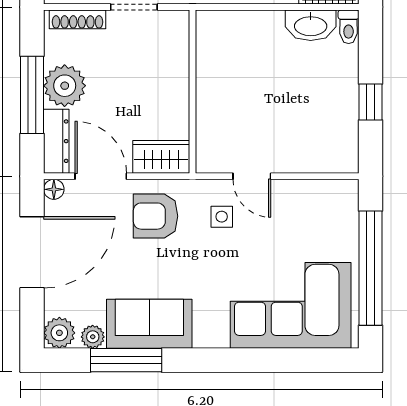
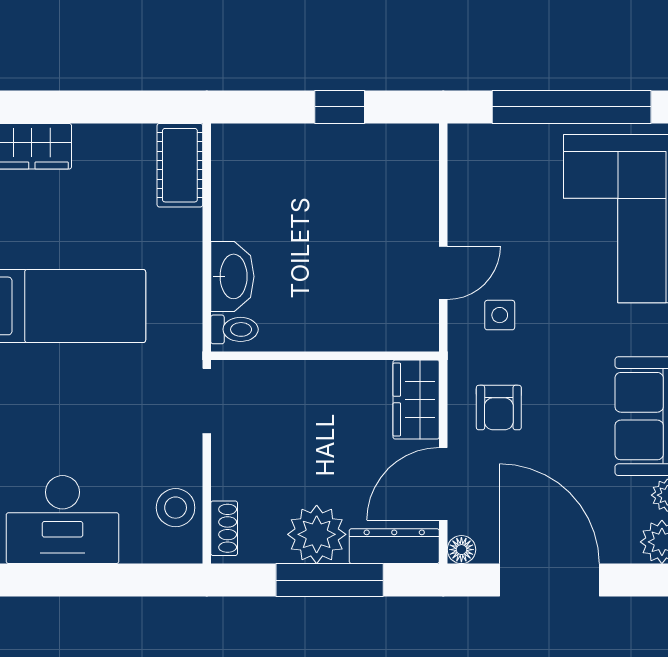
doorway: (134, 7) -> (207, 401), moved
shoe rack: (77, 19) -> (224, 528), width x0.70
washbasin: (311, 25) -> (232, 276), moved
toilet: (349, 27) -> (234, 329), moved
armchair: (155, 216) -> (499, 408), width x0.72, depth x0.72

